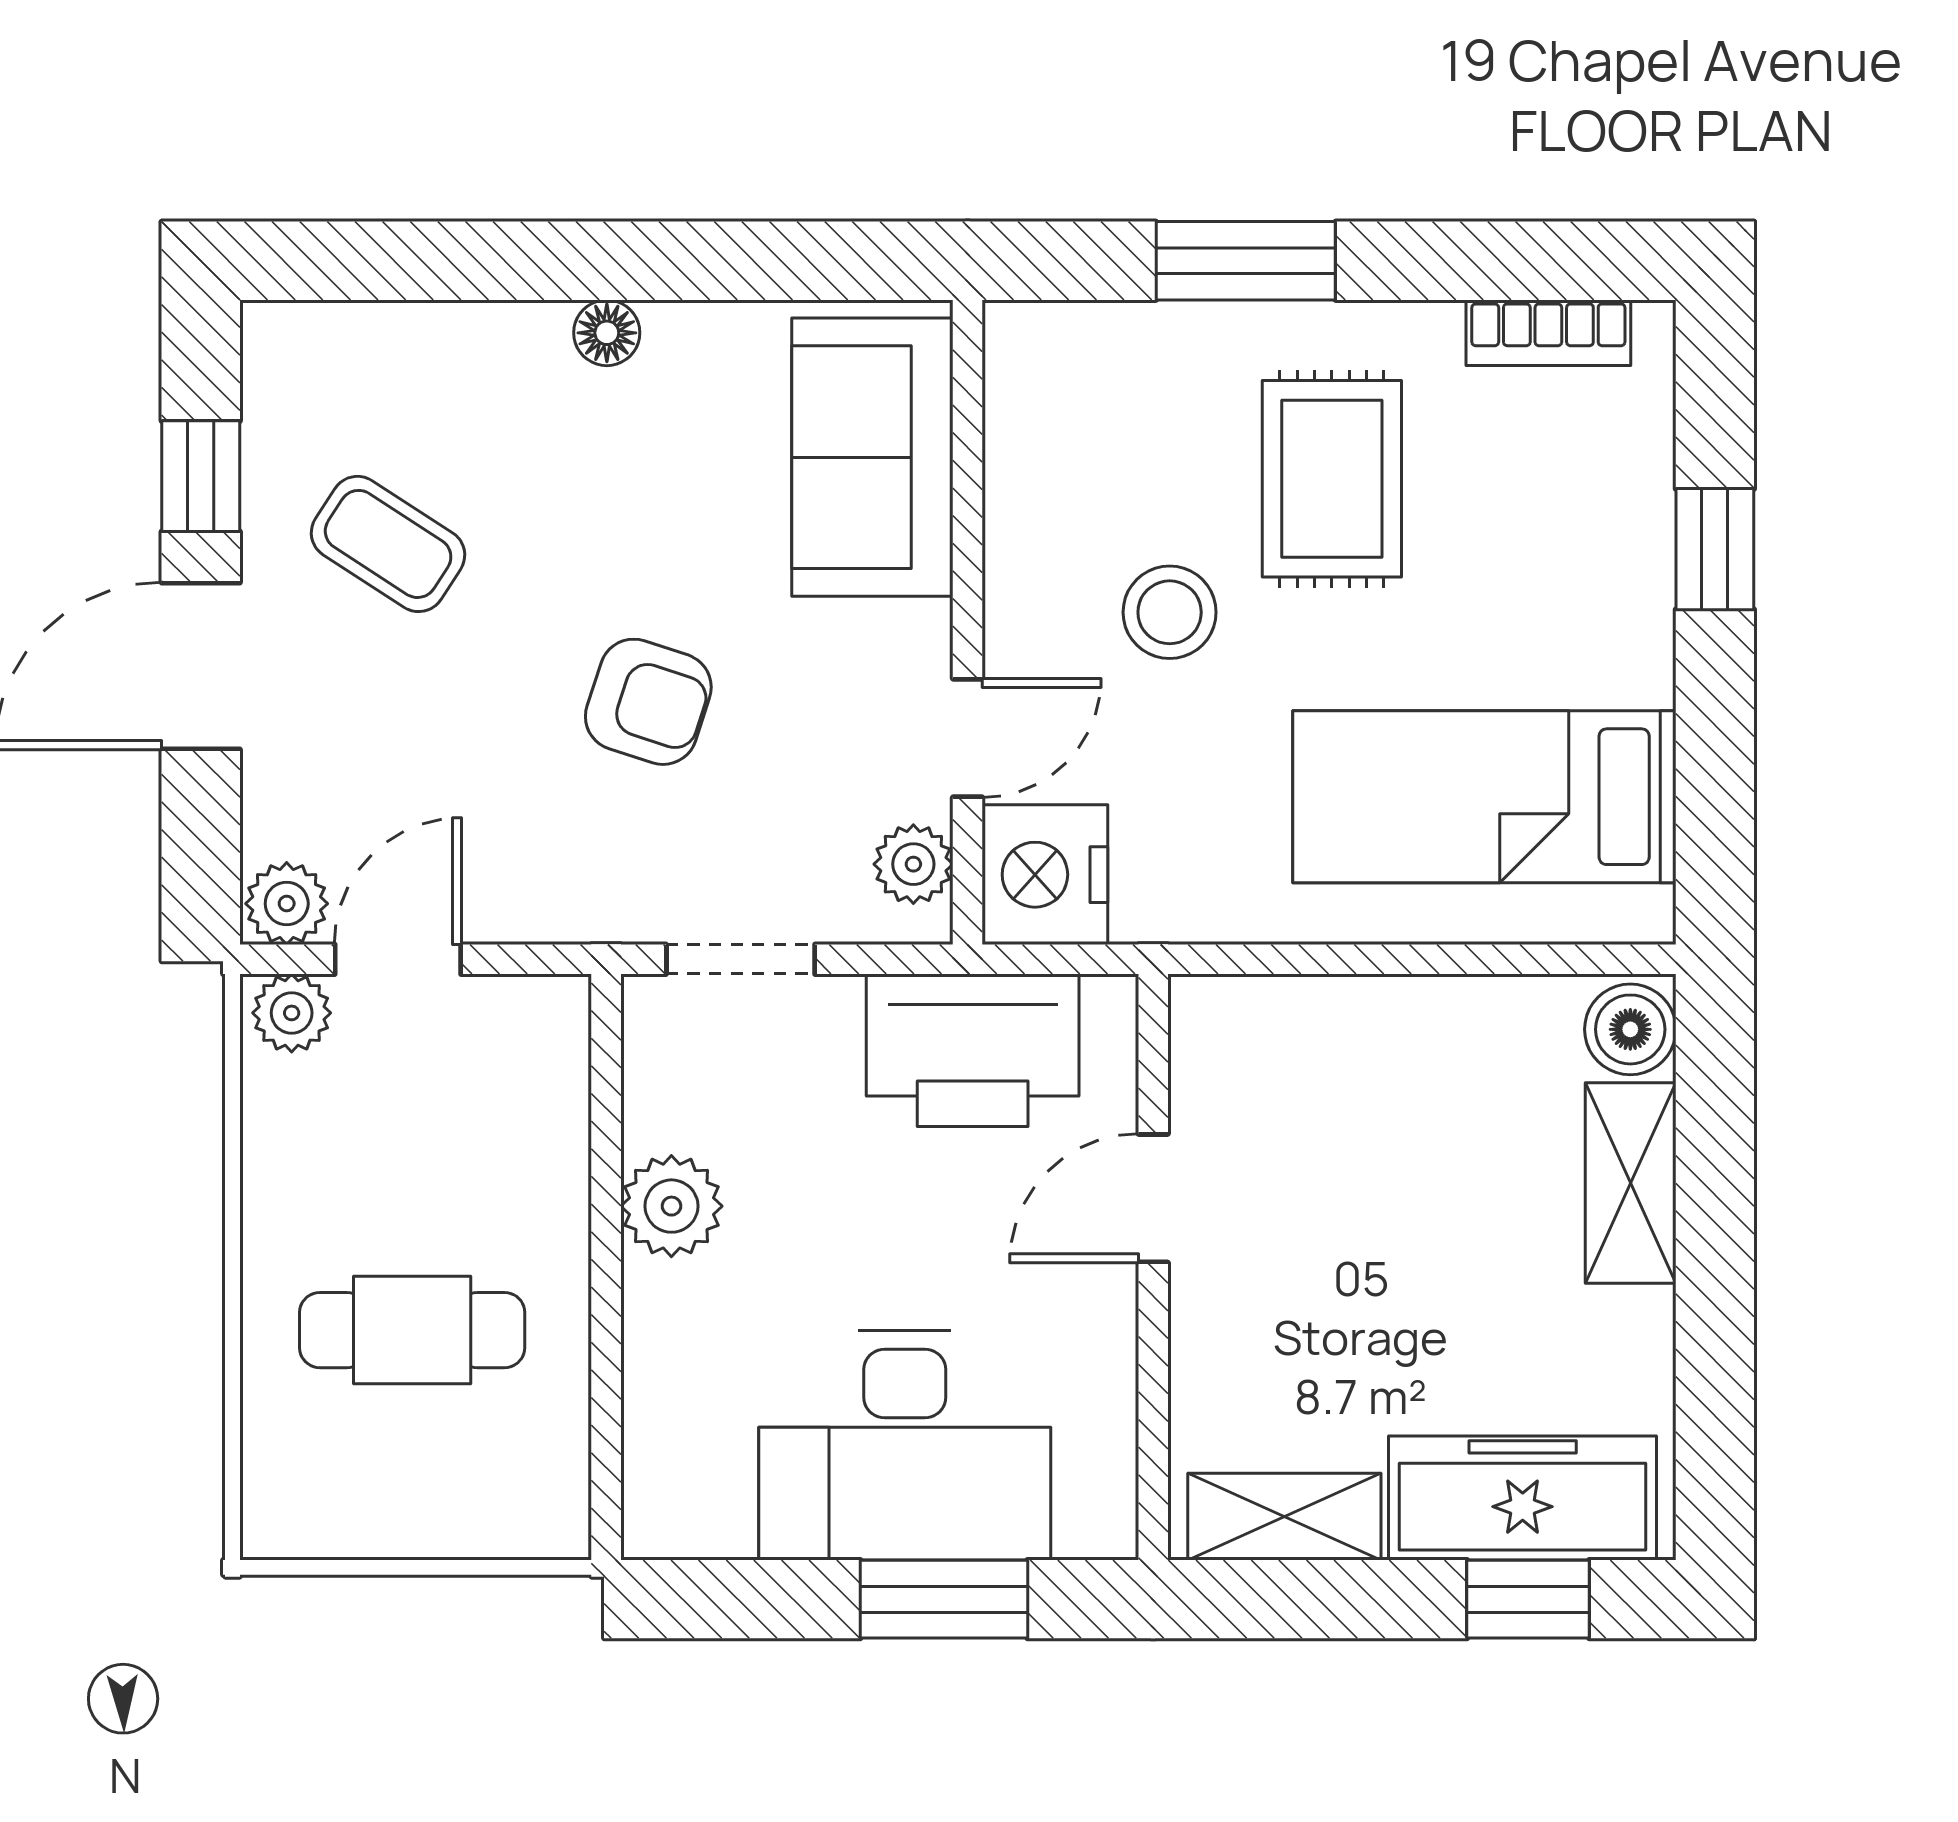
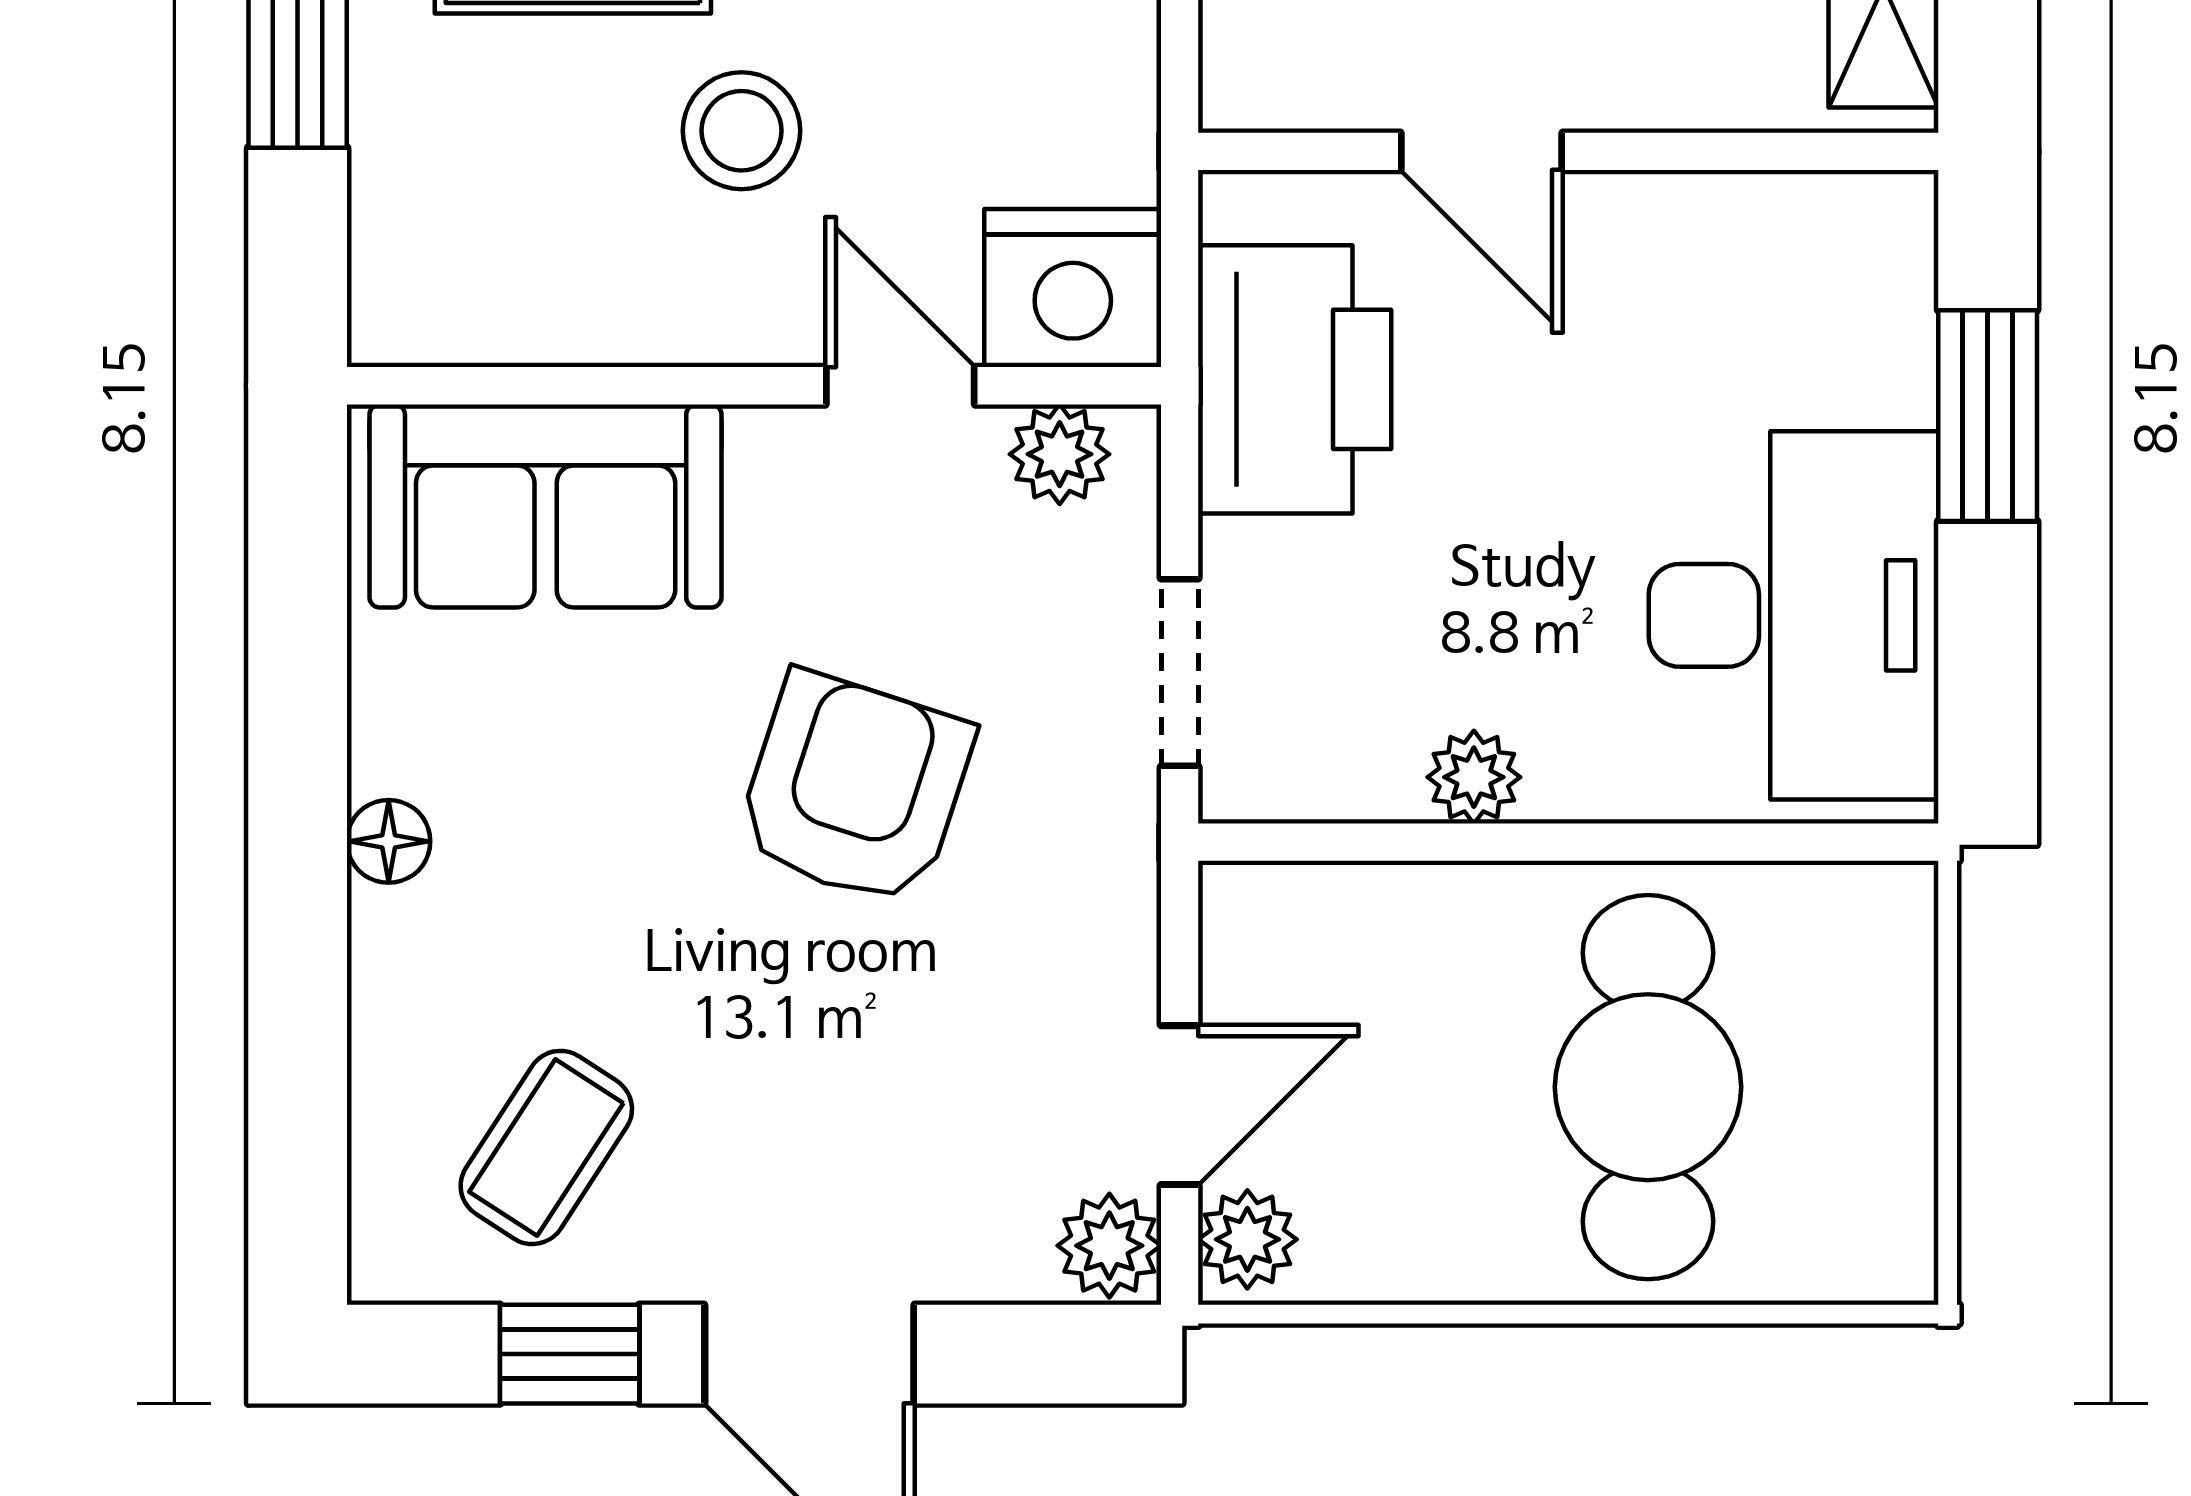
coffee table: (388, 544) -> (546, 1147), moved
armchair: (648, 702) -> (855, 789), width x1.38, depth x1.38
door: (398, 959) -> (1180, 1105), swing flipped
plant: (671, 1206) -> (1474, 777), width x0.73, depth x0.73
cafe table: (412, 1330) -> (1648, 1087), width x1.37, depth x1.35
desk: (905, 1445) -> (1794, 615), moved

